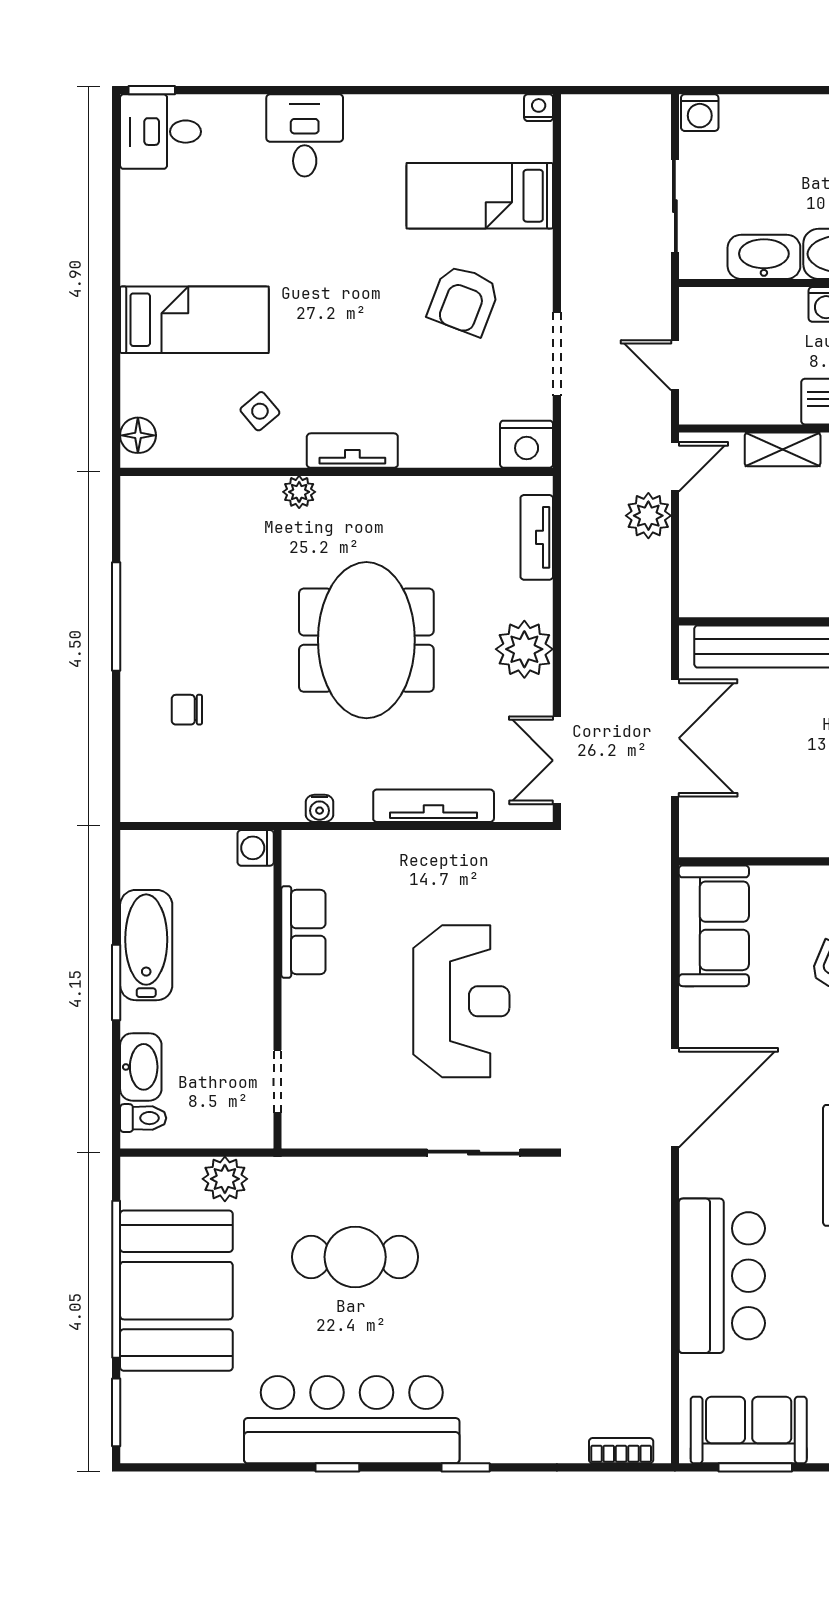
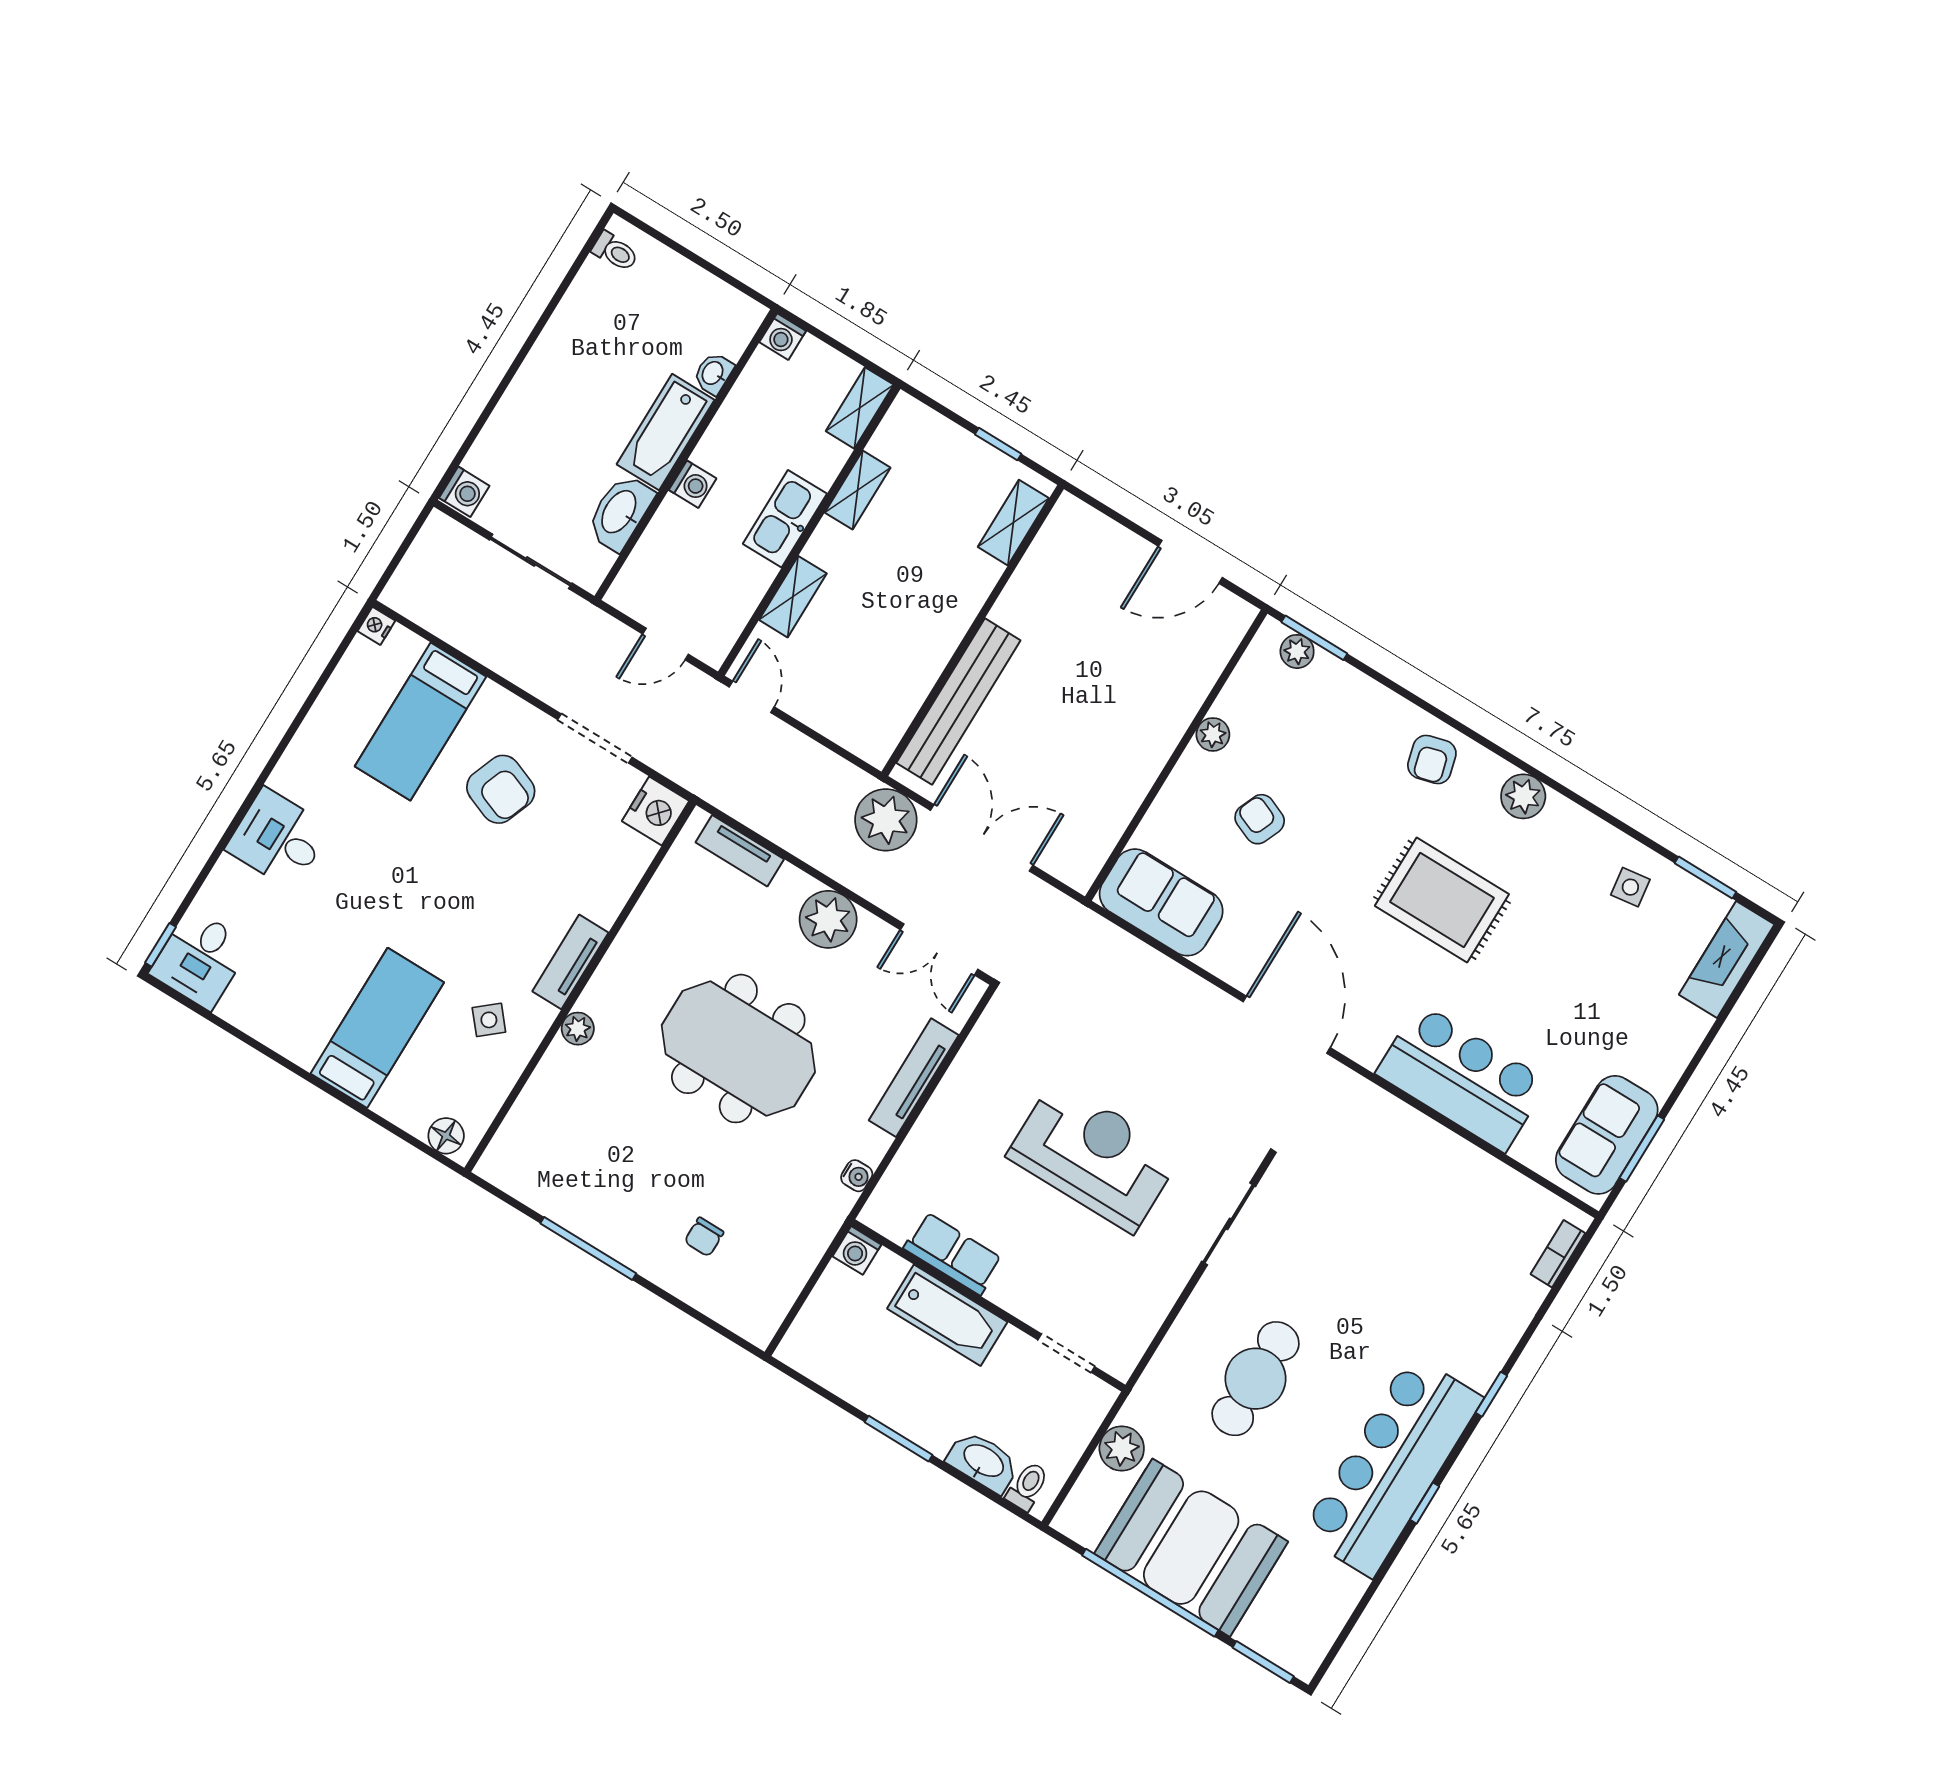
plant: (648, 516) -> (886, 820), moved, width x1.36, depth x1.36
bathtub: (146, 945) -> (947, 1315), moved, turned 180

